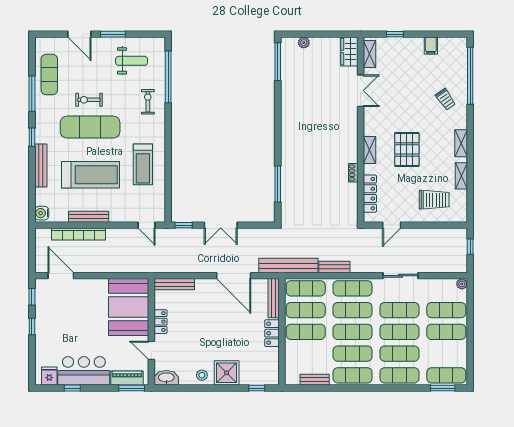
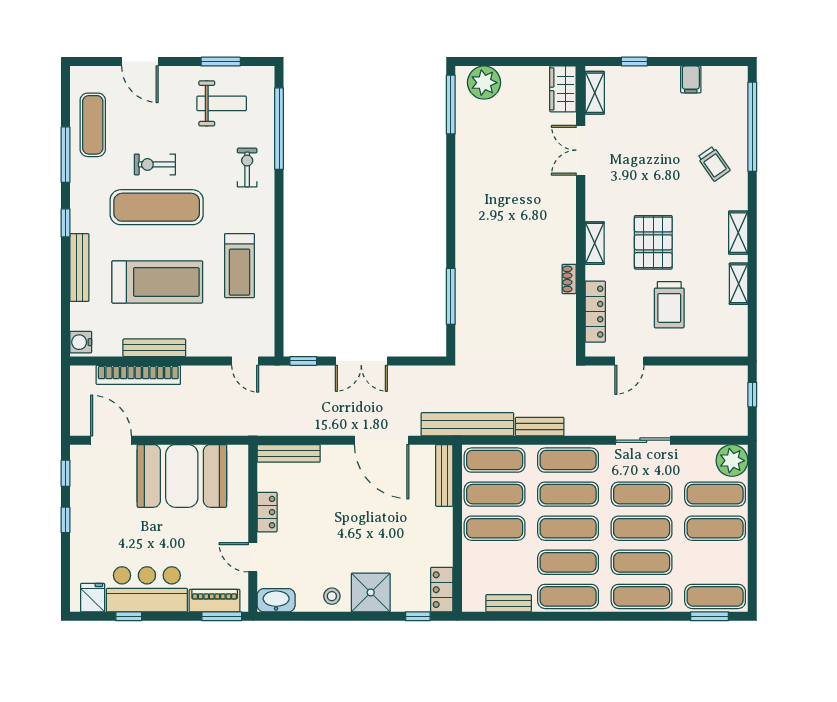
window: (113, 34) -> (221, 62), moved
plant: (304, 43) -> (484, 83), width x1.87, depth x1.87
double door: (361, 91) -> (581, 150), swing flipped
trolley: (434, 200) -> (669, 305), moved, turned 90
plant: (462, 284) -> (732, 461), width x1.87, depth x1.87
booth: (129, 307) -> (182, 476), moved, turned 90
locker: (272, 333) -> (442, 590), moved

